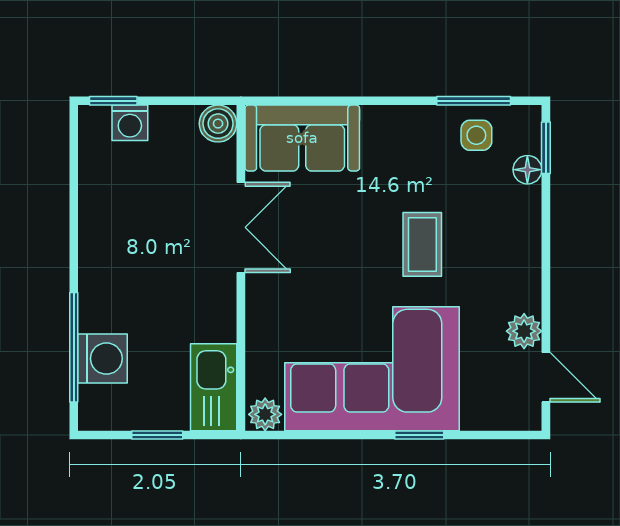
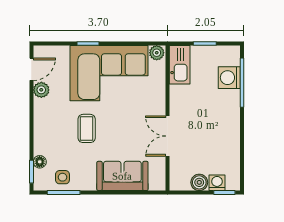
boiler: (218, 124) -> (199, 182), moved
sofa: (302, 138) -> (122, 176), moved
door: (546, 377) -> (31, 69), swing flipped

